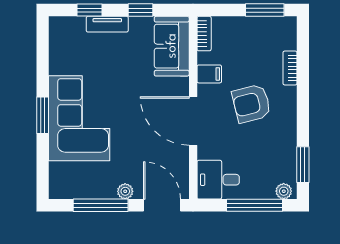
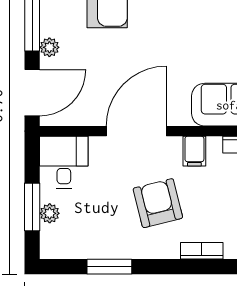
window: (303, 165) -> (109, 267), moved
plant: (284, 191) -> (50, 213), moved
window: (255, 205) -> (32, 207), width x0.69

